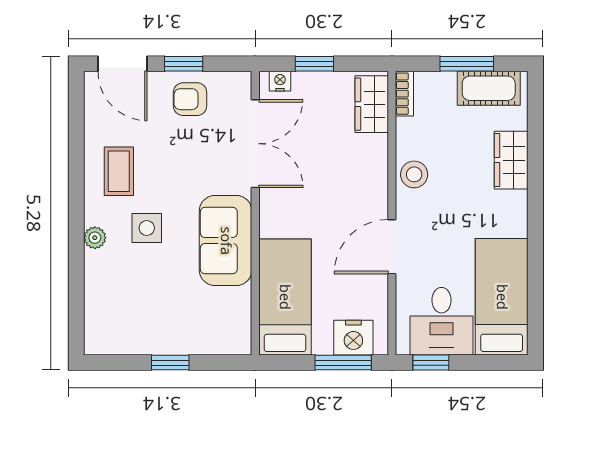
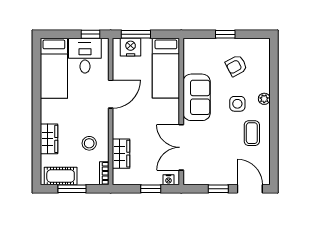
armchair: (190, 99) -> (236, 66), moved, turned 152
wardrobe: (372, 104) -> (121, 154), moved
stool: (414, 174) -> (89, 143), moved

